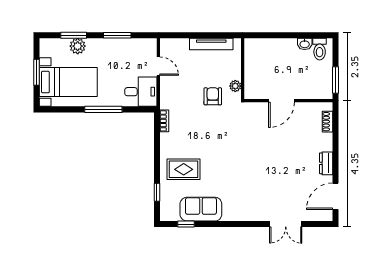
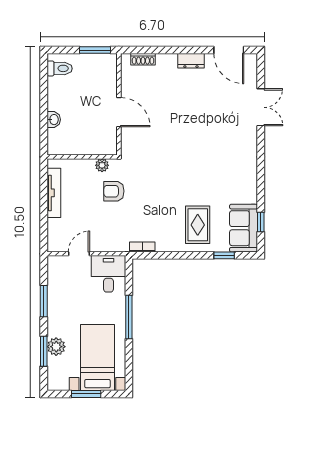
washbasin: (305, 44) -> (54, 120), moved
sofa: (201, 209) -> (244, 228), moved

